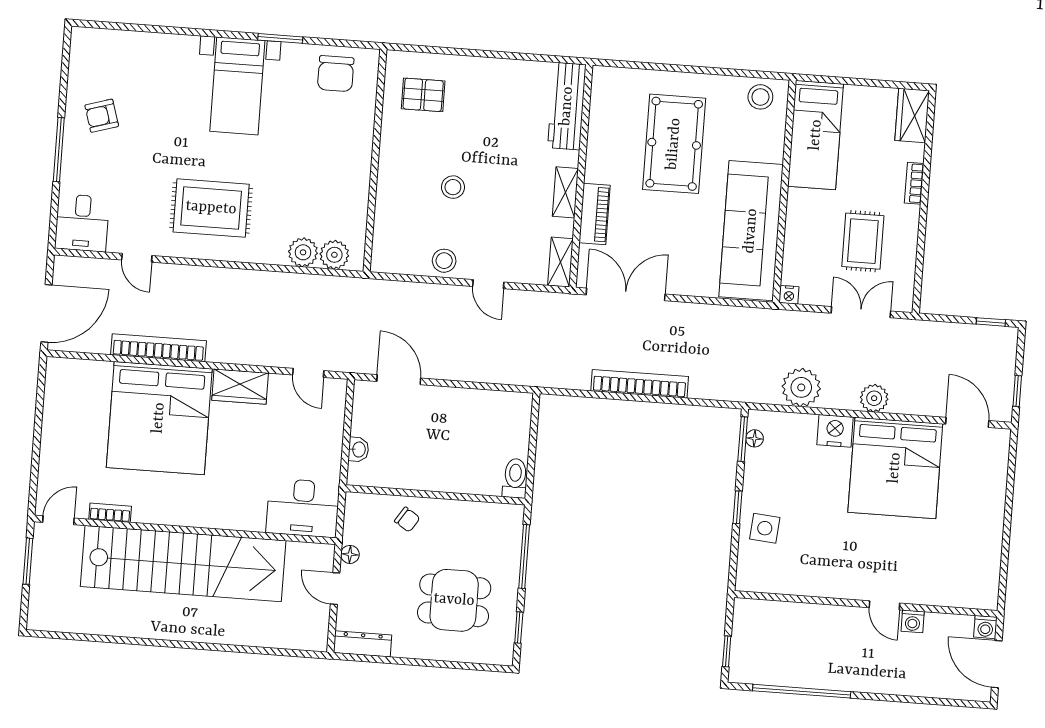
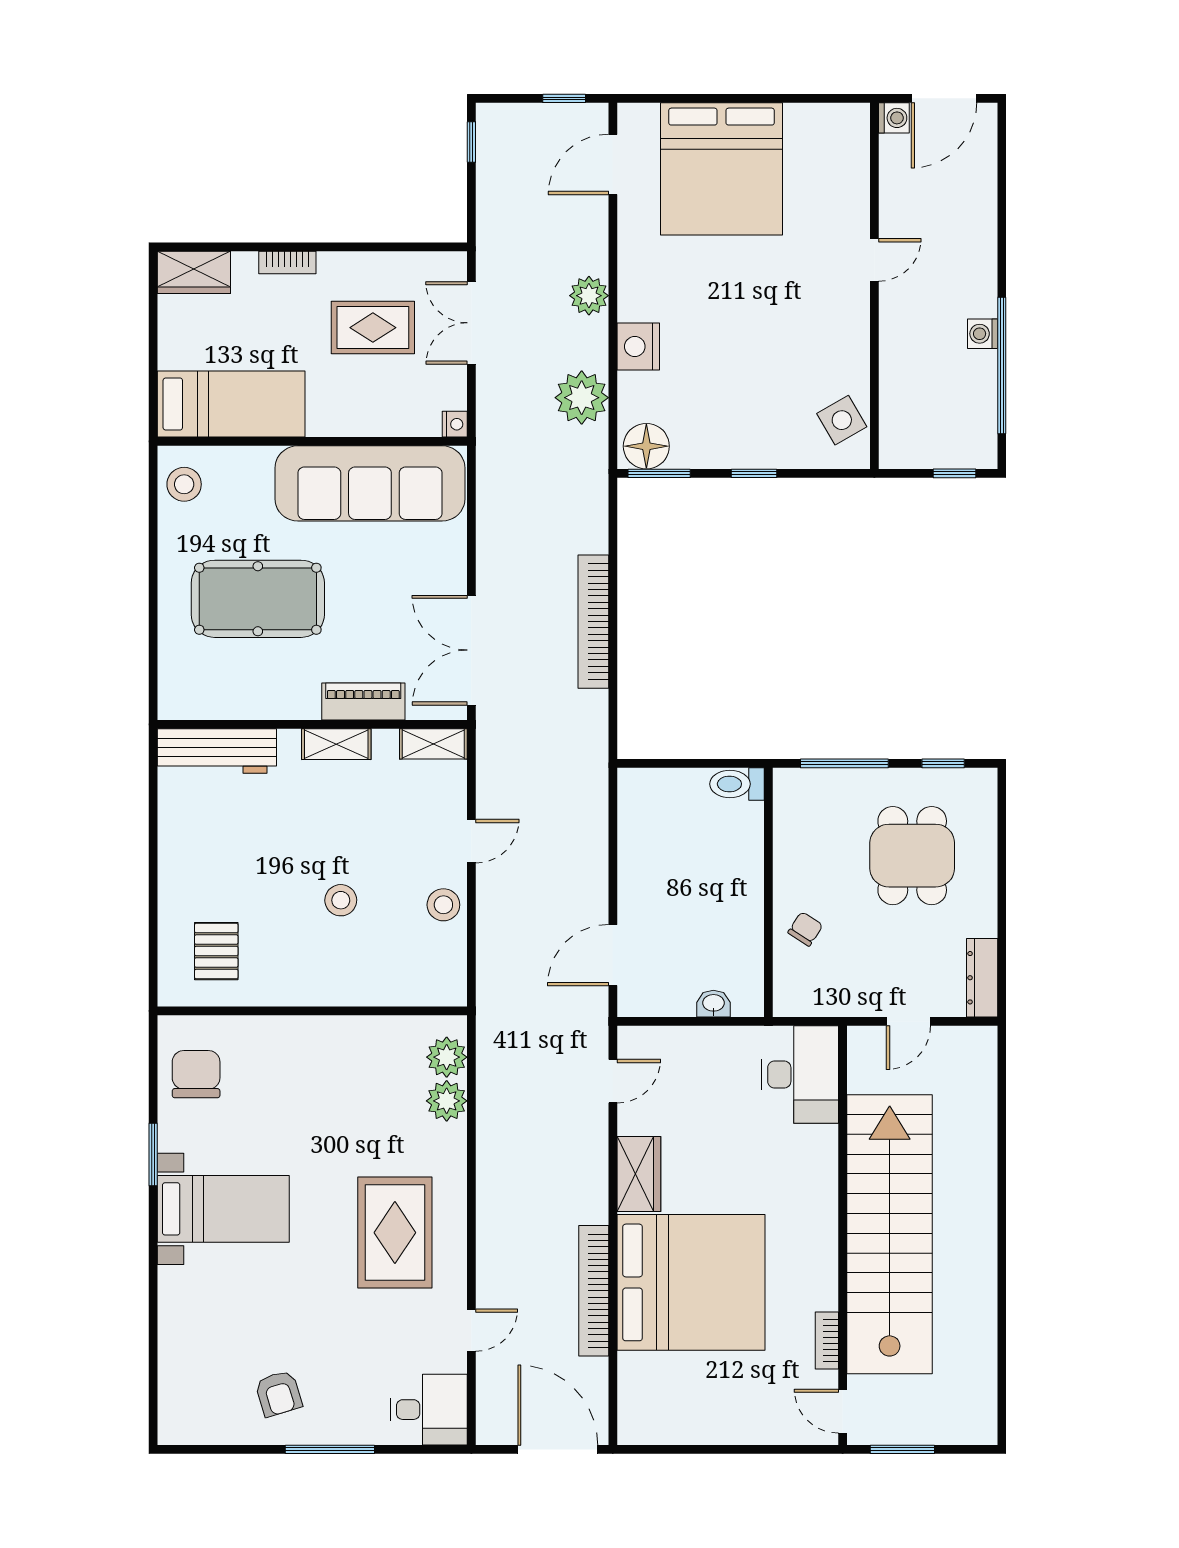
chair: (336, 74) -> (196, 1074), turned -90
floor lamp: (755, 438) -> (646, 446), width x1.89, depth x1.89
bed: (895, 468) -> (722, 169), moved, turned 90
side table: (765, 528) -> (842, 420), moved, turned -35
floor lamp: (350, 554) -> (860, 1004), removed
washing machine: (913, 621) -> (983, 334), moved, turned 180

